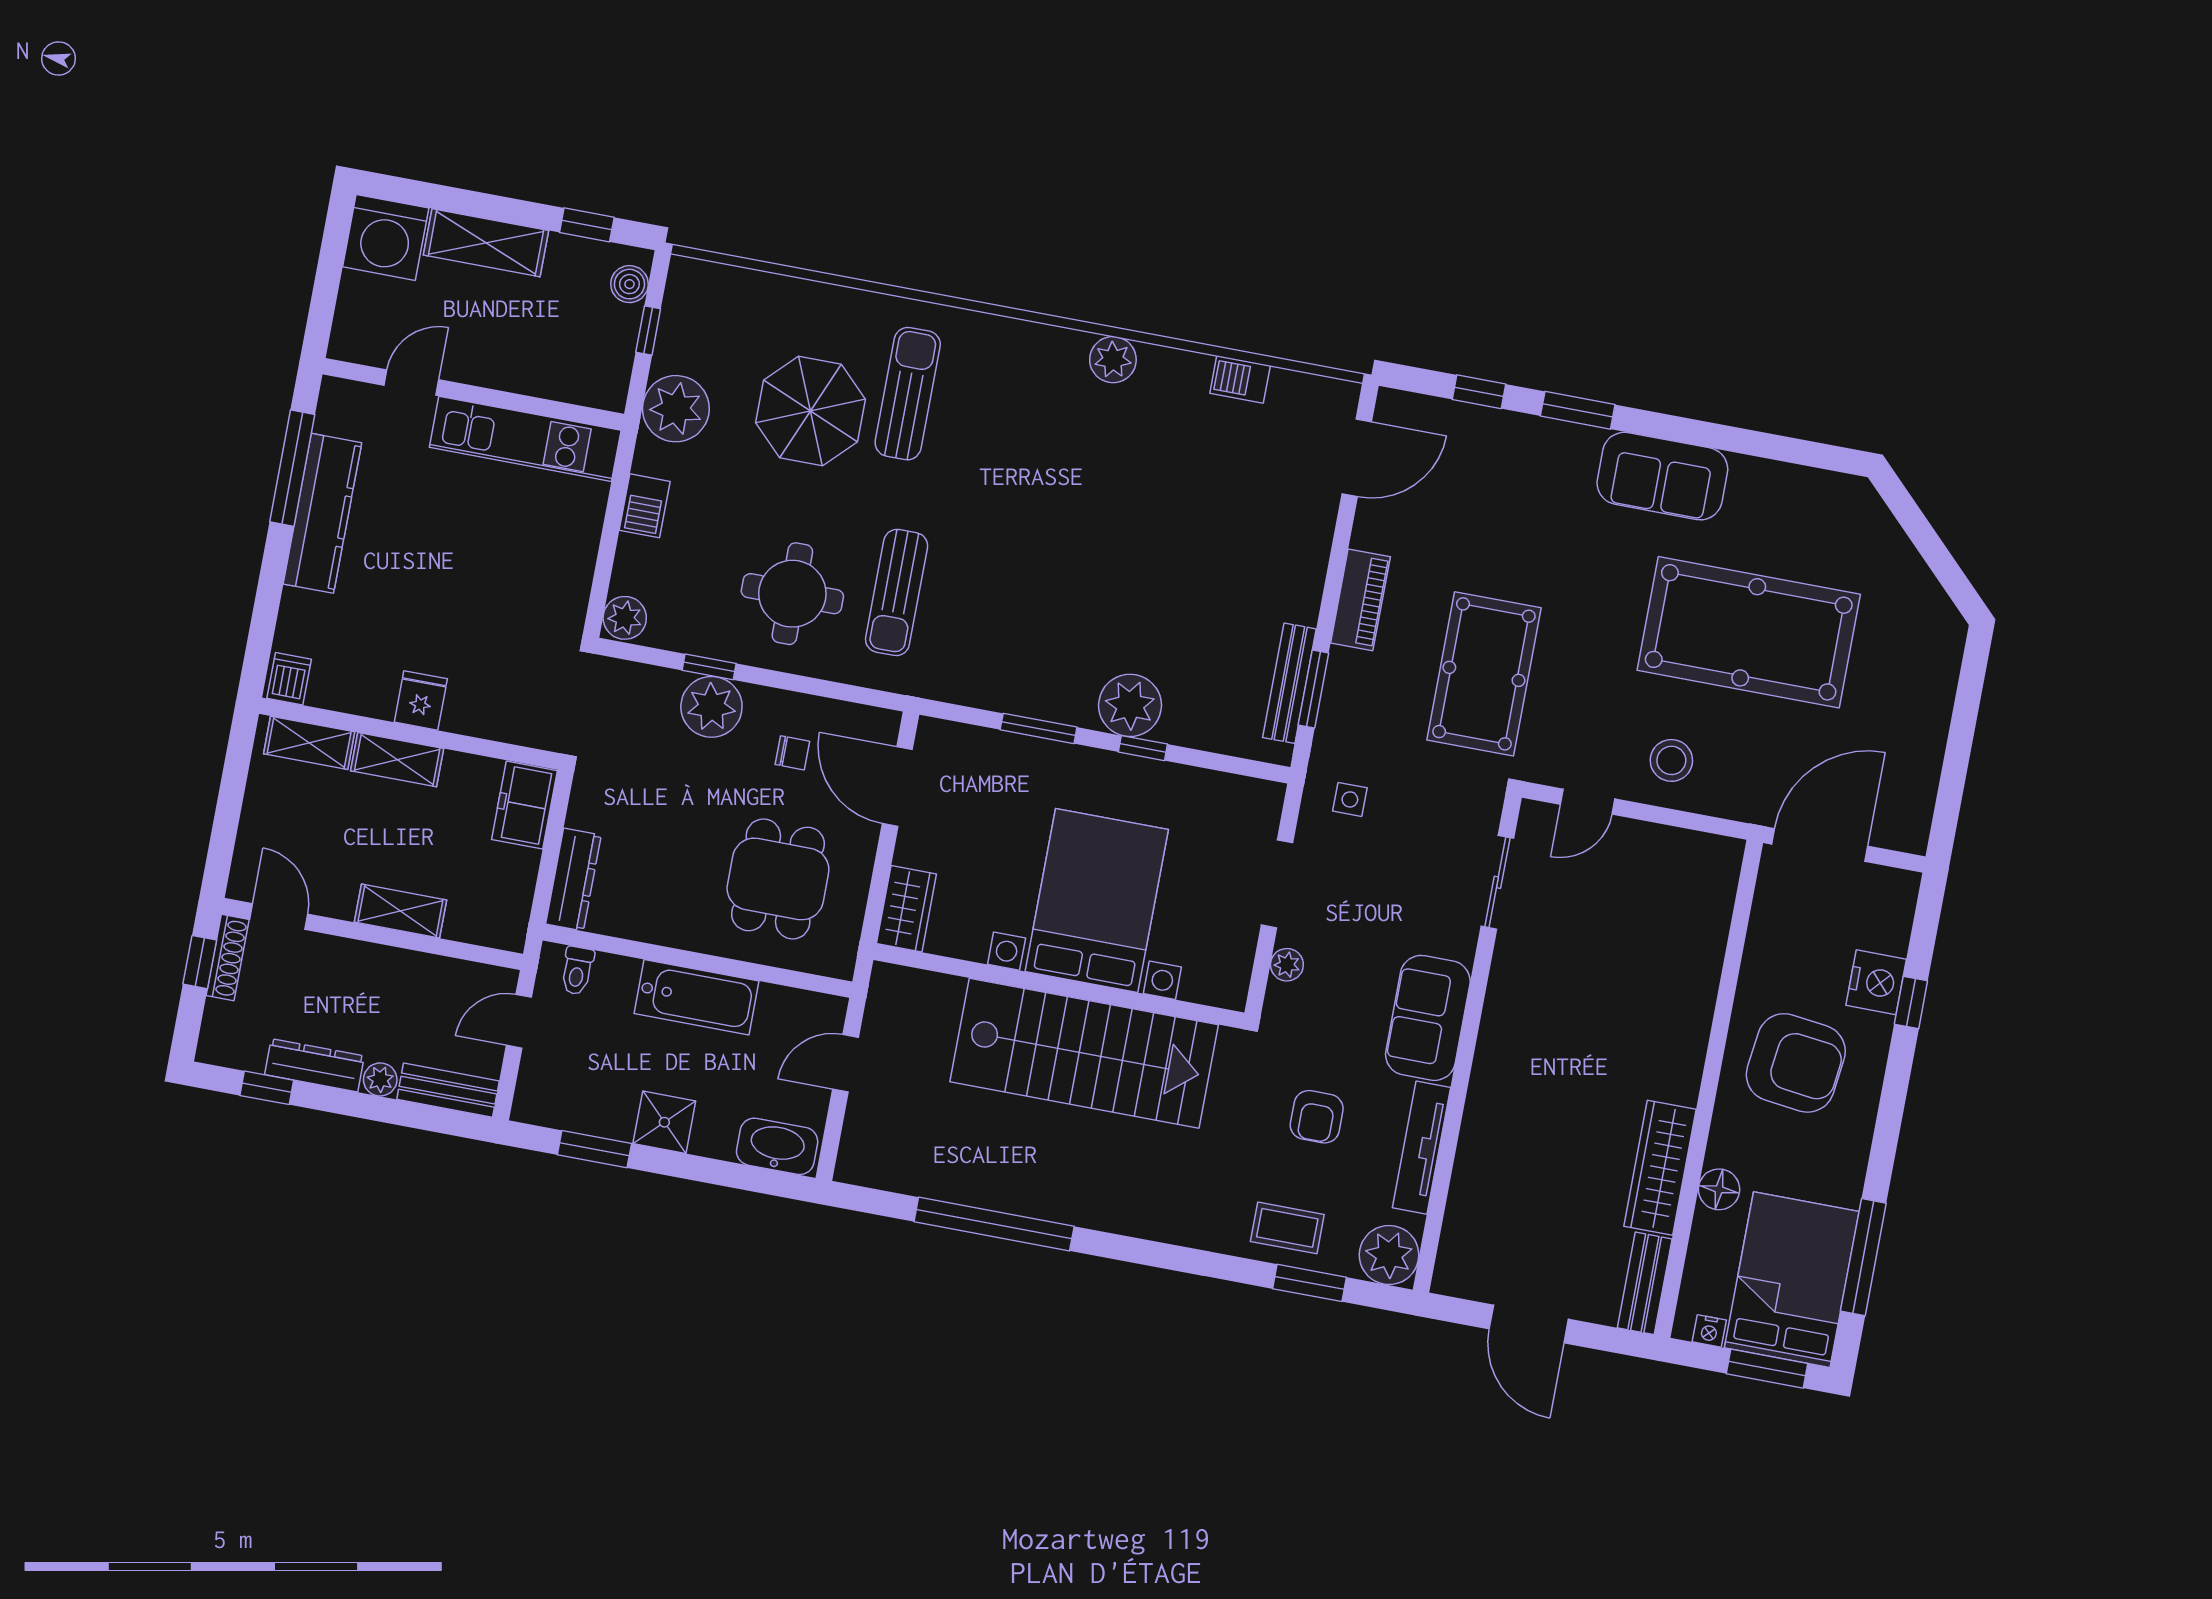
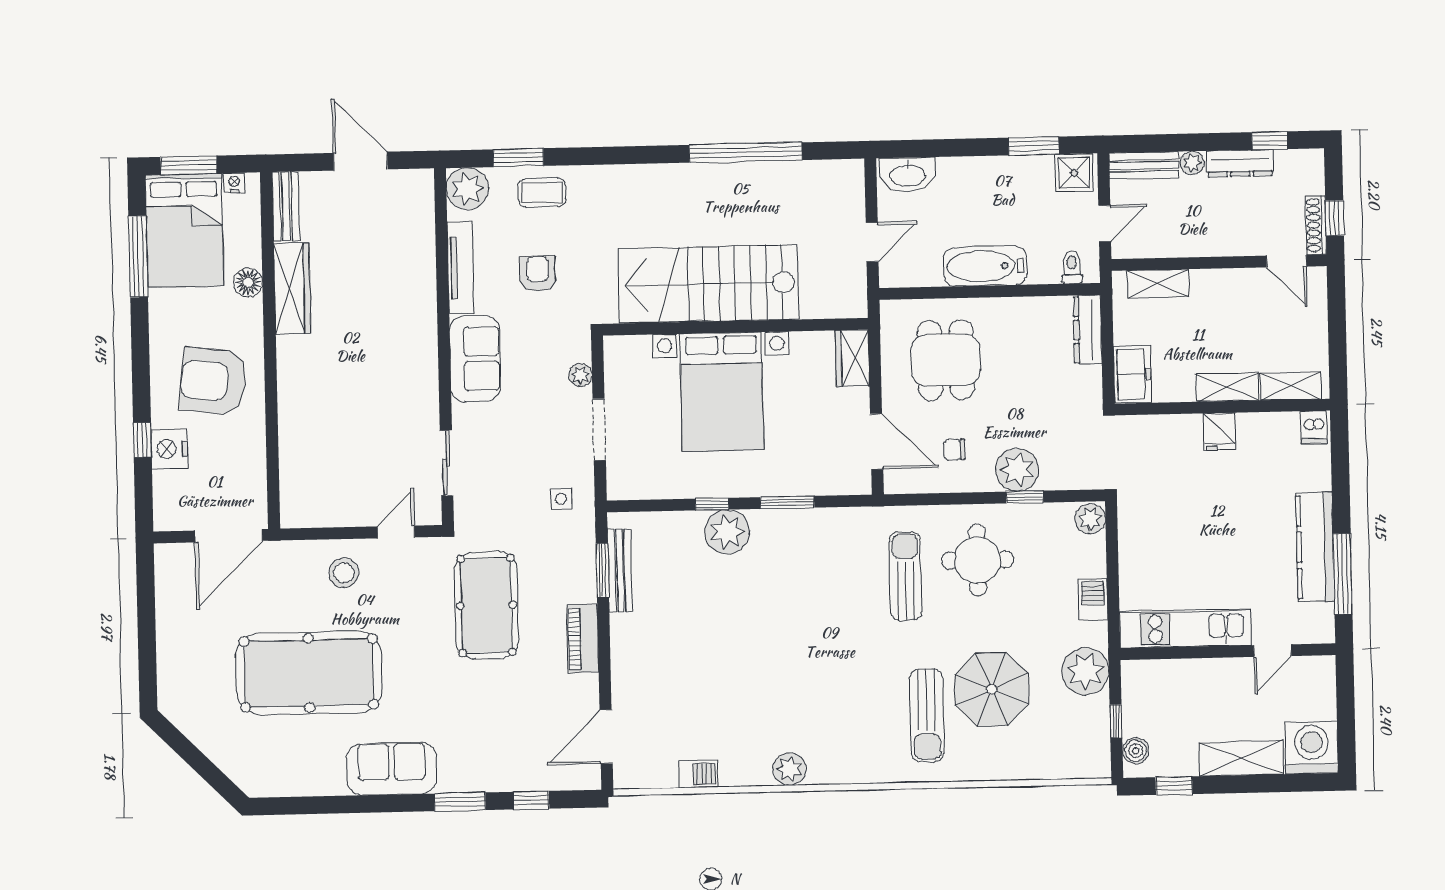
shelving: (400, 911) -> (1158, 284), moved
shower: (664, 1122) -> (1074, 173), moved

